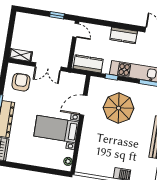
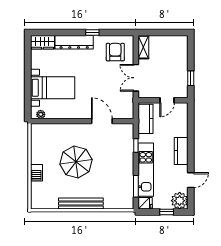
door: (76, 30) -> (167, 100), moved
armchair: (21, 82) -> (115, 52), turned -90
parasol: (119, 108) -> (76, 162), moved
bed with nightstands: (56, 129) -> (53, 88), moved, turned 90

